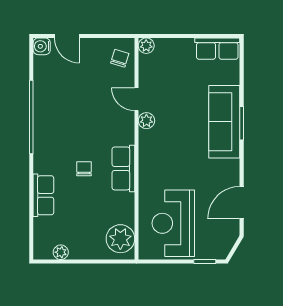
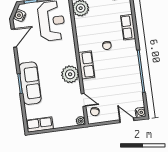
door: (136, 99) -> (84, 100), moved
plant: (146, 121) -> (70, 74), width x1.88, depth x1.88
row of seats: (123, 168) -> (86, 65), moved
water cooler: (227, 240) -> (20, 16), added

